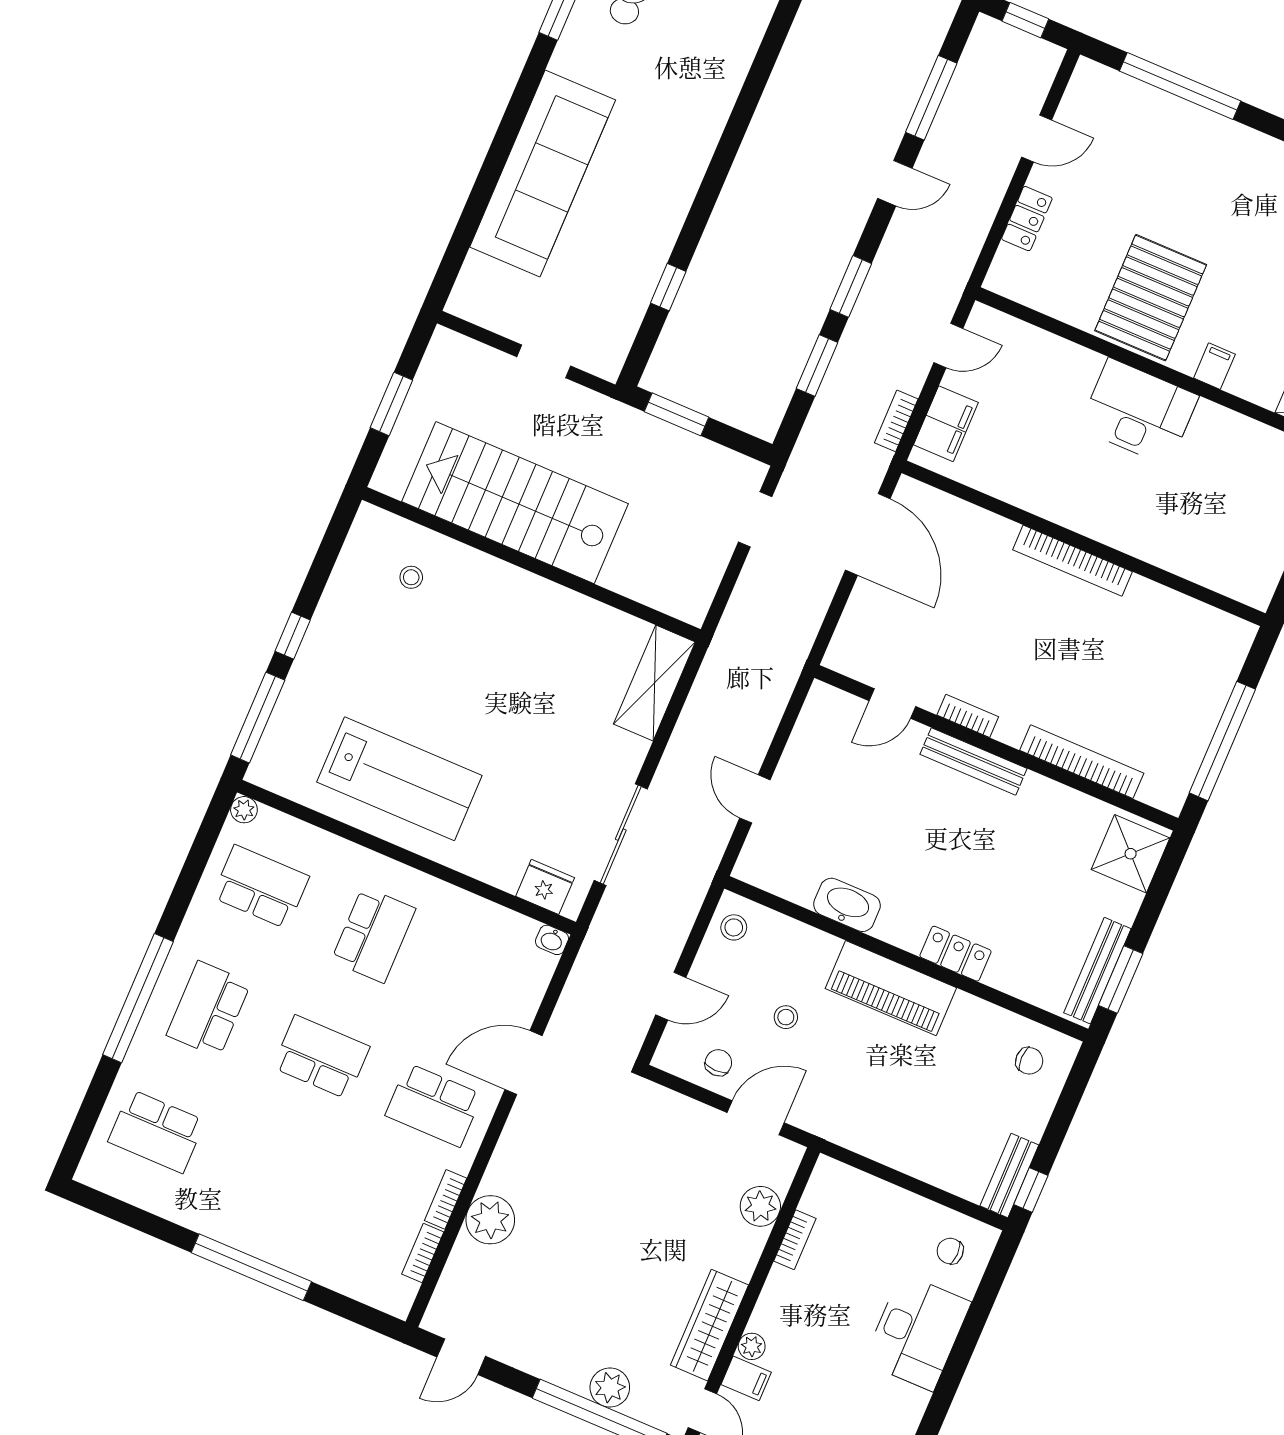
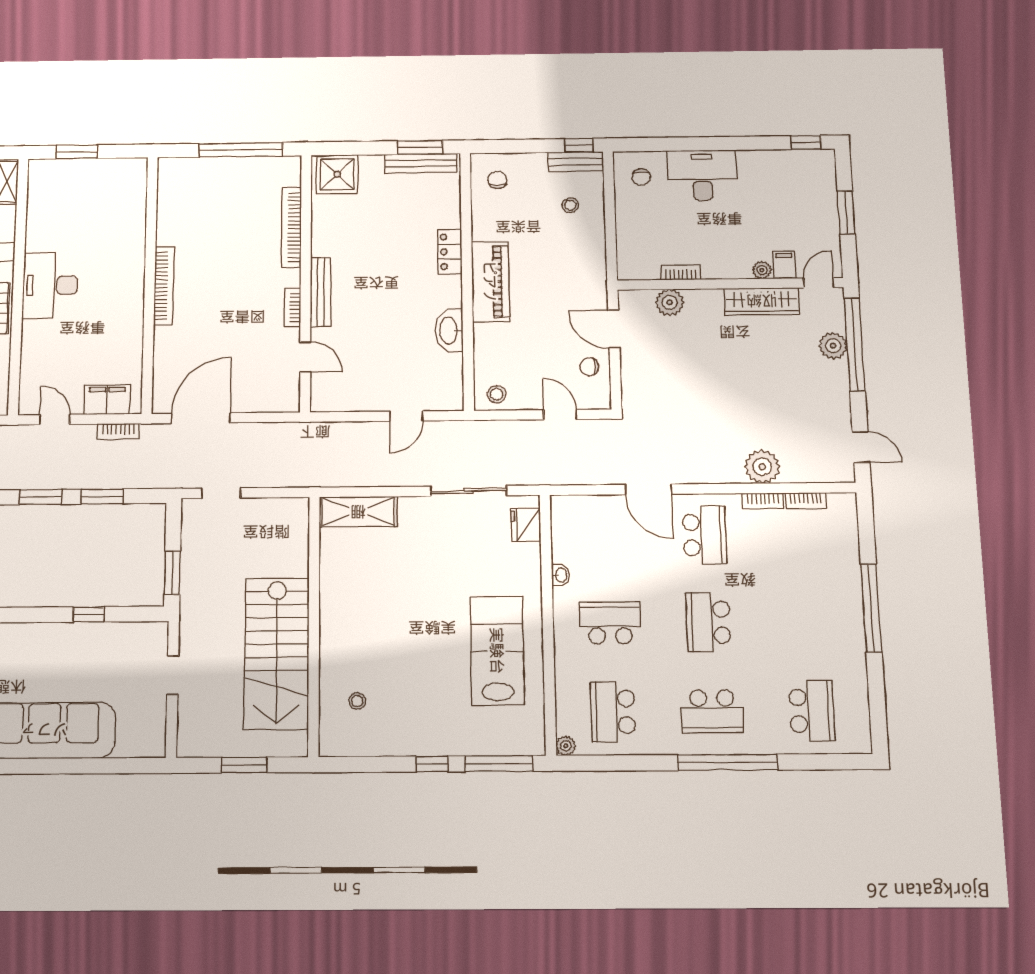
washbasin: (552, 940) -> (561, 575), moved
stool: (786, 1017) -> (570, 205), moved

